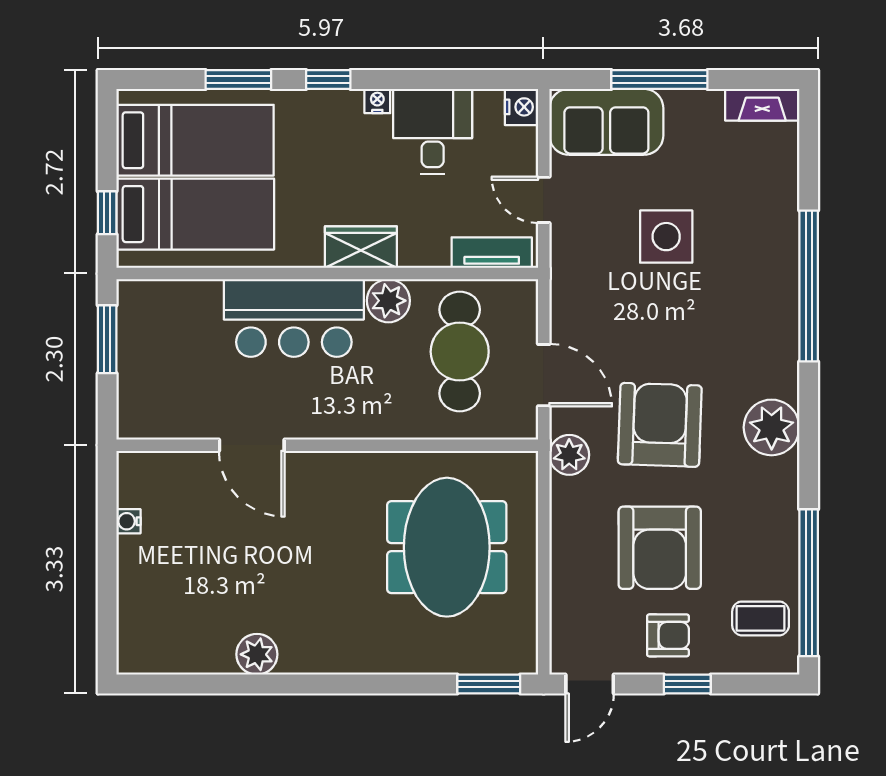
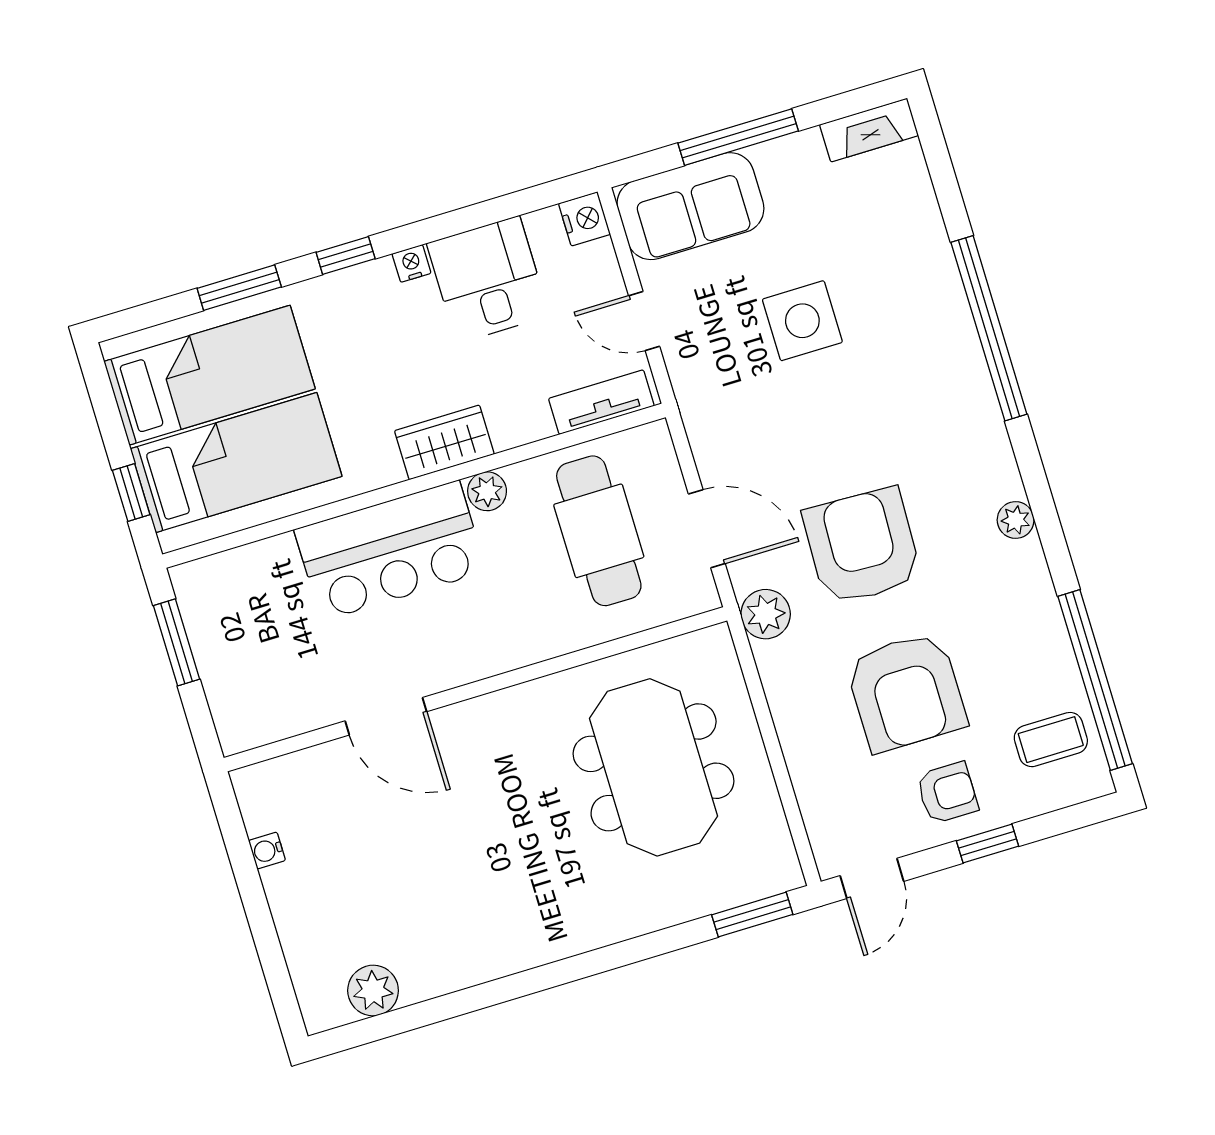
plant: (388, 301) -> (487, 491), width x0.73, depth x0.73
plant: (772, 427) -> (1016, 520), width x0.53, depth x0.53
plant: (257, 654) -> (373, 991), moved

